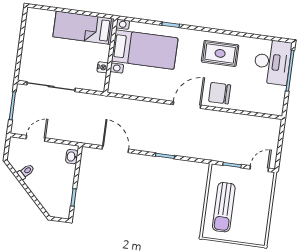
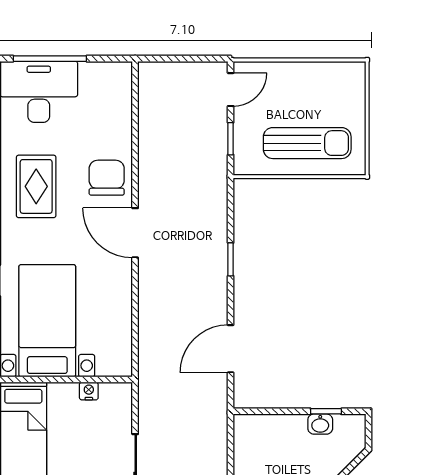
chair: (220, 93) -> (107, 178), turned 180
washbasin: (72, 157) -> (320, 424), moved
door: (259, 169) -> (231, 90), swing flipped

